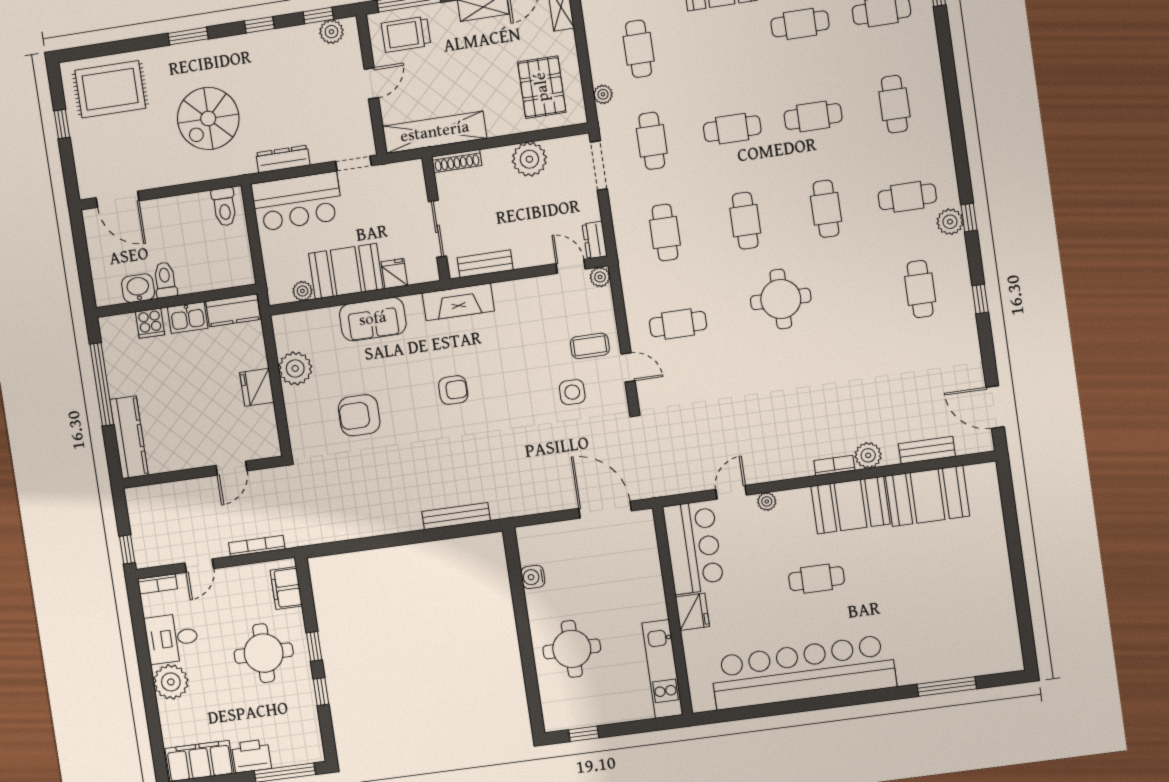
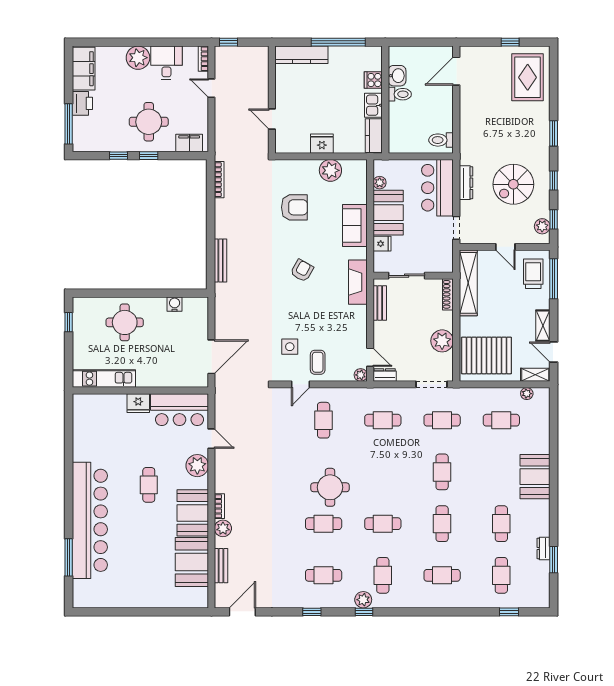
pallet: (542, 87) -> (486, 355), width x1.37, depth x1.41
plant: (603, 94) -> (527, 394), moved
spiral stairs: (208, 119) -> (513, 184), moved, turned -90
cafe table: (745, 221) -> (324, 524), moved
door: (571, 266) -> (370, 357), hinge flipped
armchair: (453, 390) -> (302, 271), turned -151
armchair: (359, 415) -> (294, 207), turned 90
plant: (767, 501) -> (197, 466), width x1.88, depth x1.88
bookcase: (257, 546) -> (219, 180), moved
bar counter: (803, 672) -> (90, 520), moved

